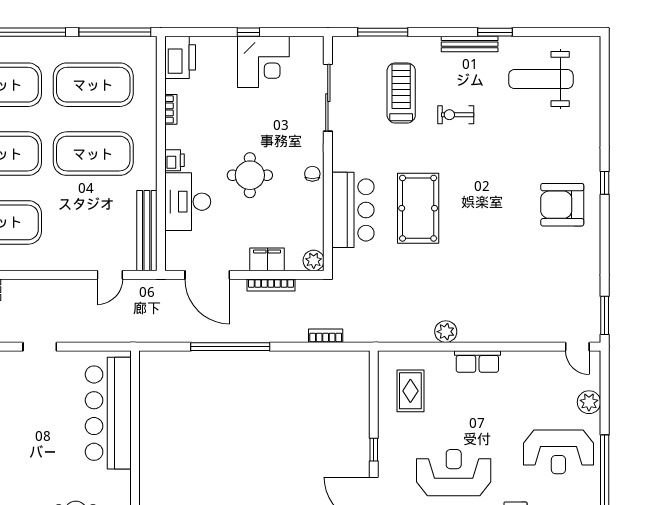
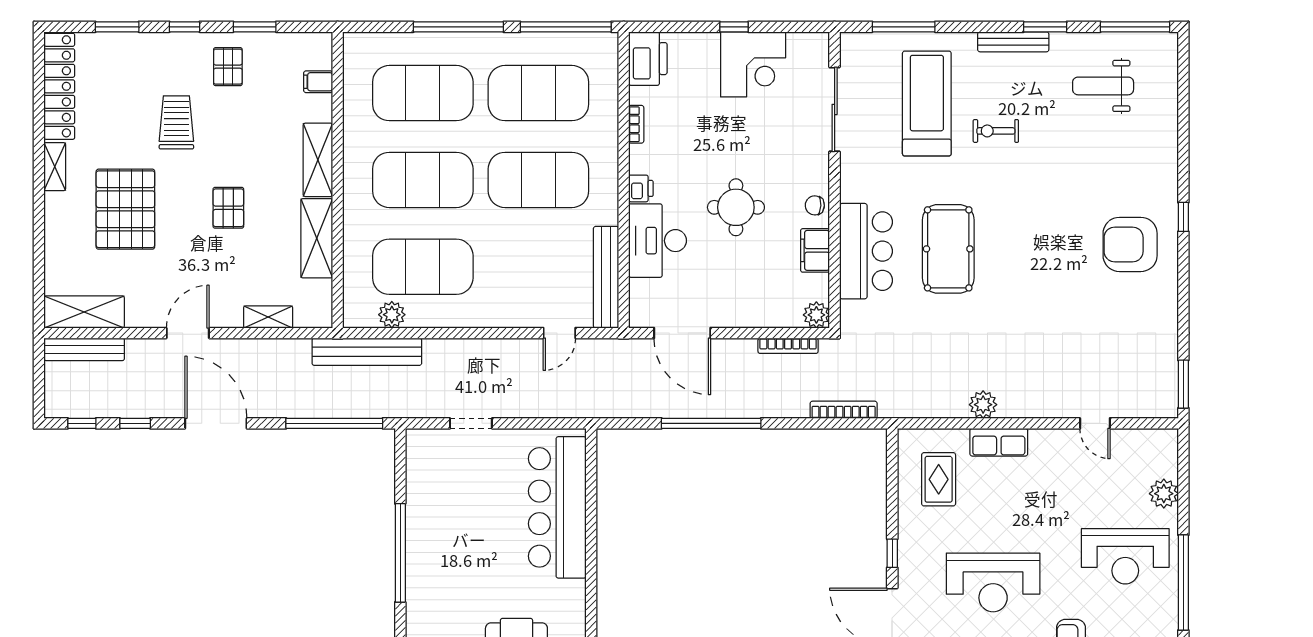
window: (566, 32) -> (1135, 27), added
weight bench: (541, 79) -> (1103, 86), width x0.73, depth x0.75
treadmill: (401, 93) -> (927, 104), width x1.37, depth x1.38
chair: (312, 174) -> (815, 205), turned -87
filing cabinet: (267, 259) -> (815, 250), moved, turned -90
bookcase: (271, 285) -> (788, 346), moved
bookcase: (326, 336) -> (844, 410), width x1.56
door: (577, 347) -> (1095, 423), moved
row of seats: (477, 361) -> (999, 442), moved
reception desk: (454, 473) -> (993, 582), turned 180

